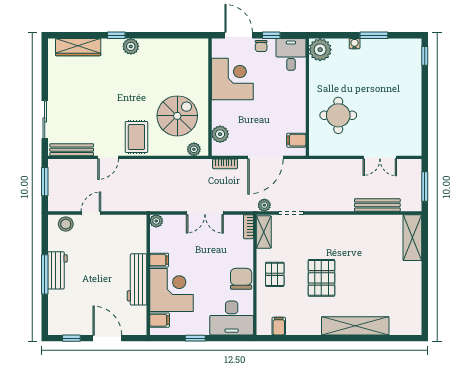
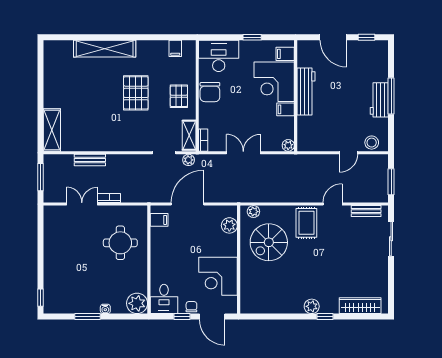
bench: (72, 150) -> (366, 211), width x0.73
bookcase: (225, 164) -> (109, 198), moved
bench: (377, 205) -> (90, 160), width x0.73

